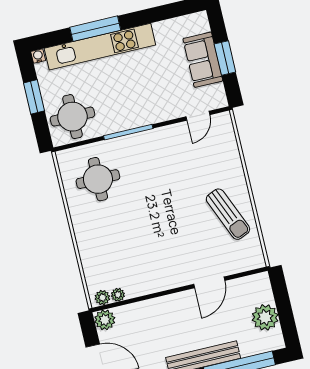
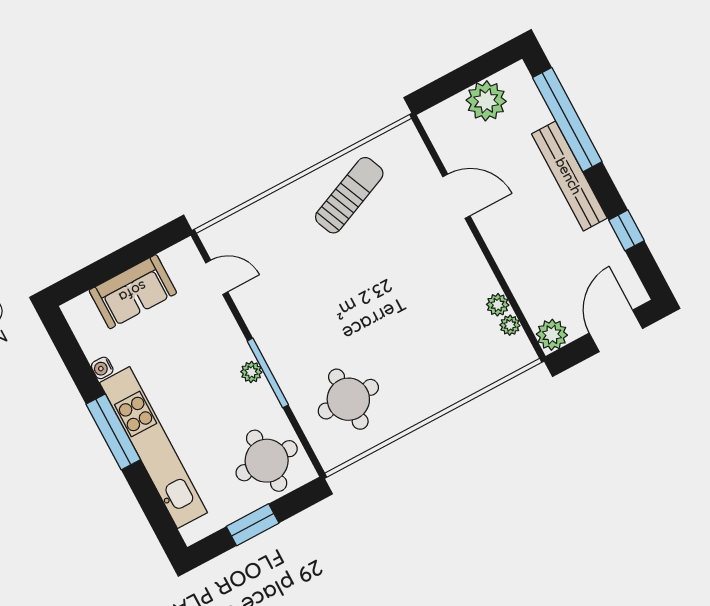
window: (95, 29) -> (113, 432), moved
water cooler: (38, 56) -> (102, 368), moved
window: (225, 58) -> (122, 260), removed
plant: (132, 122) -> (251, 372), added
plant: (102, 298) -> (498, 305), moved

